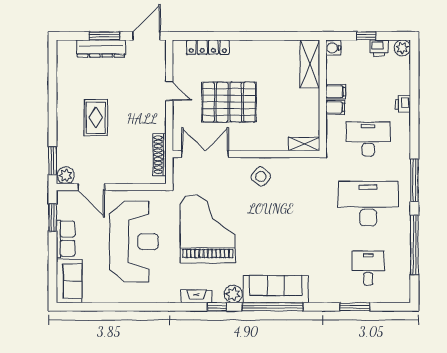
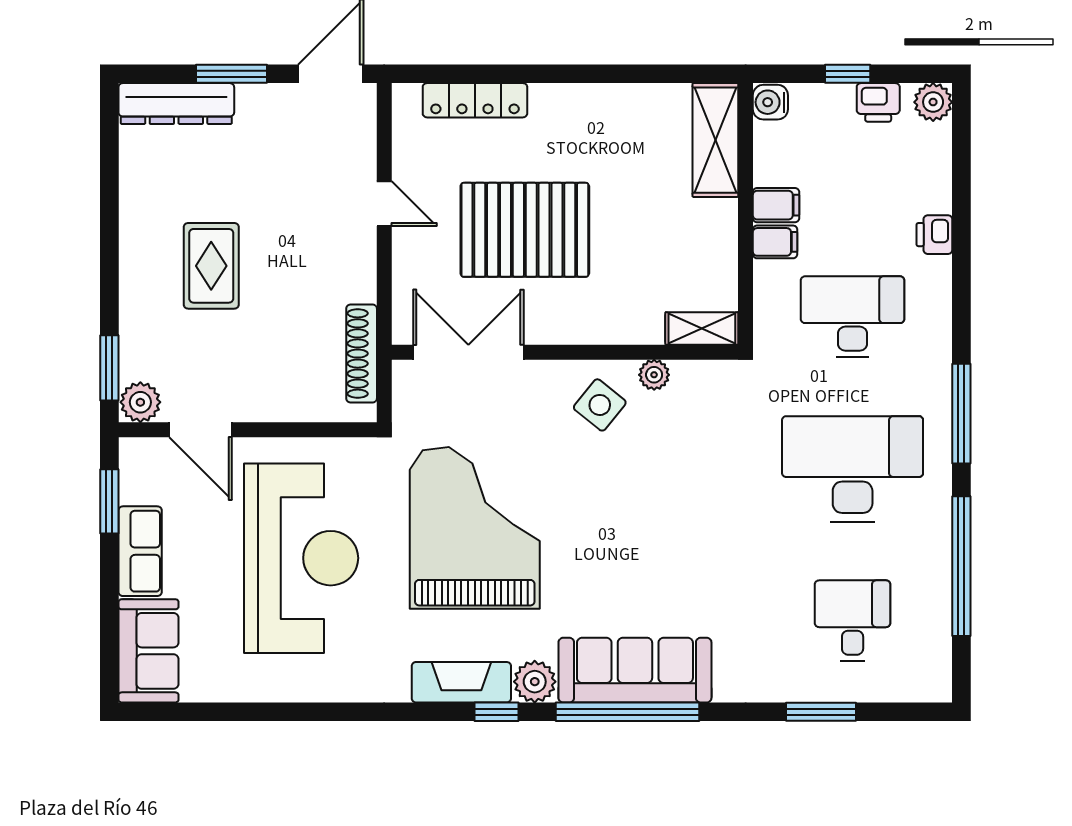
dresser: (101, 48) -> (176, 104), moved
plant: (284, 164) -> (654, 375), added
fireplace: (196, 296) -> (461, 682), width x1.37, depth x1.32

